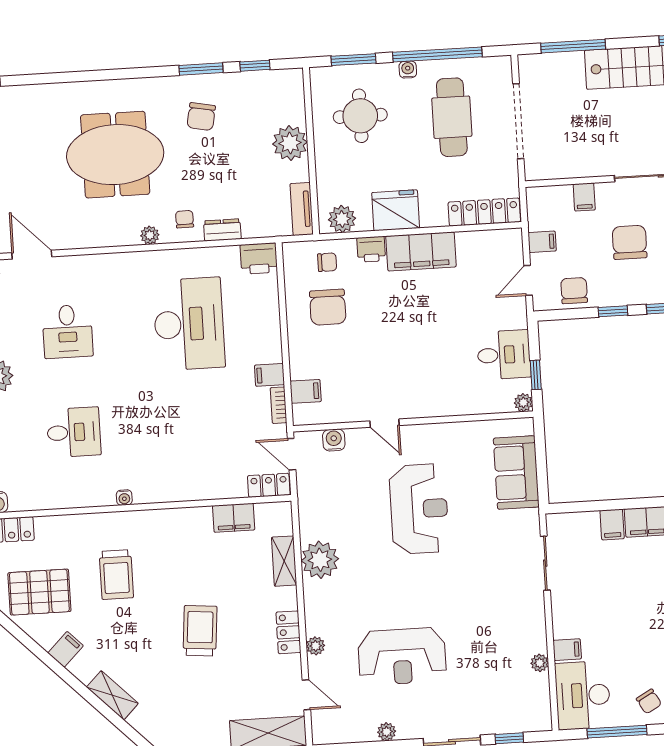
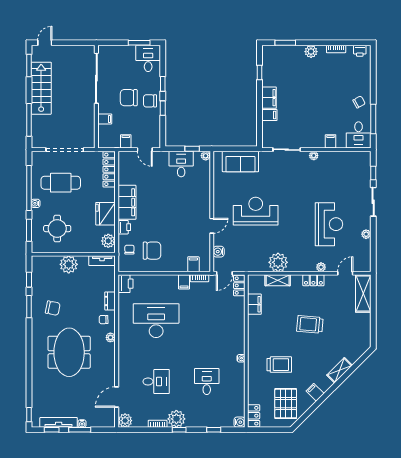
chair: (574, 291) -> (150, 101), moved
plant: (540, 663) -> (314, 156), moved
desk: (583, 695) -> (359, 135), width x0.73

